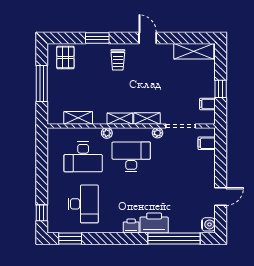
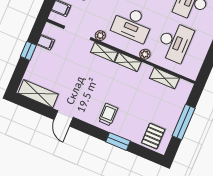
door: (148, 38) -> (64, 118), moved
desk: (83, 157) -> (175, 42), turned 90

